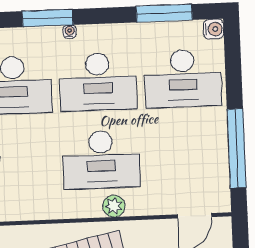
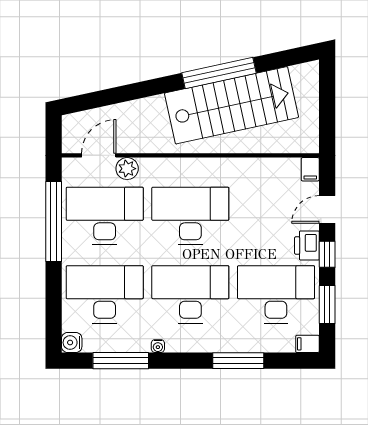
water cooler: (70, 32) -> (158, 346), moved
desk: (186, 156) -> (105, 216), added
plant: (114, 206) -> (127, 169), moved

